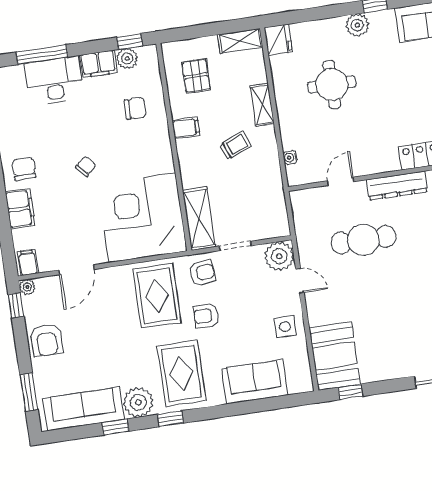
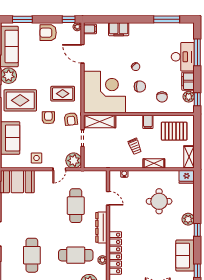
pallet: (196, 76) -> (174, 131), width x1.50, depth x1.42
chair: (24, 169) -> (140, 86), moved
rug: (157, 296) -> (63, 94), width x0.73, depth x0.70

